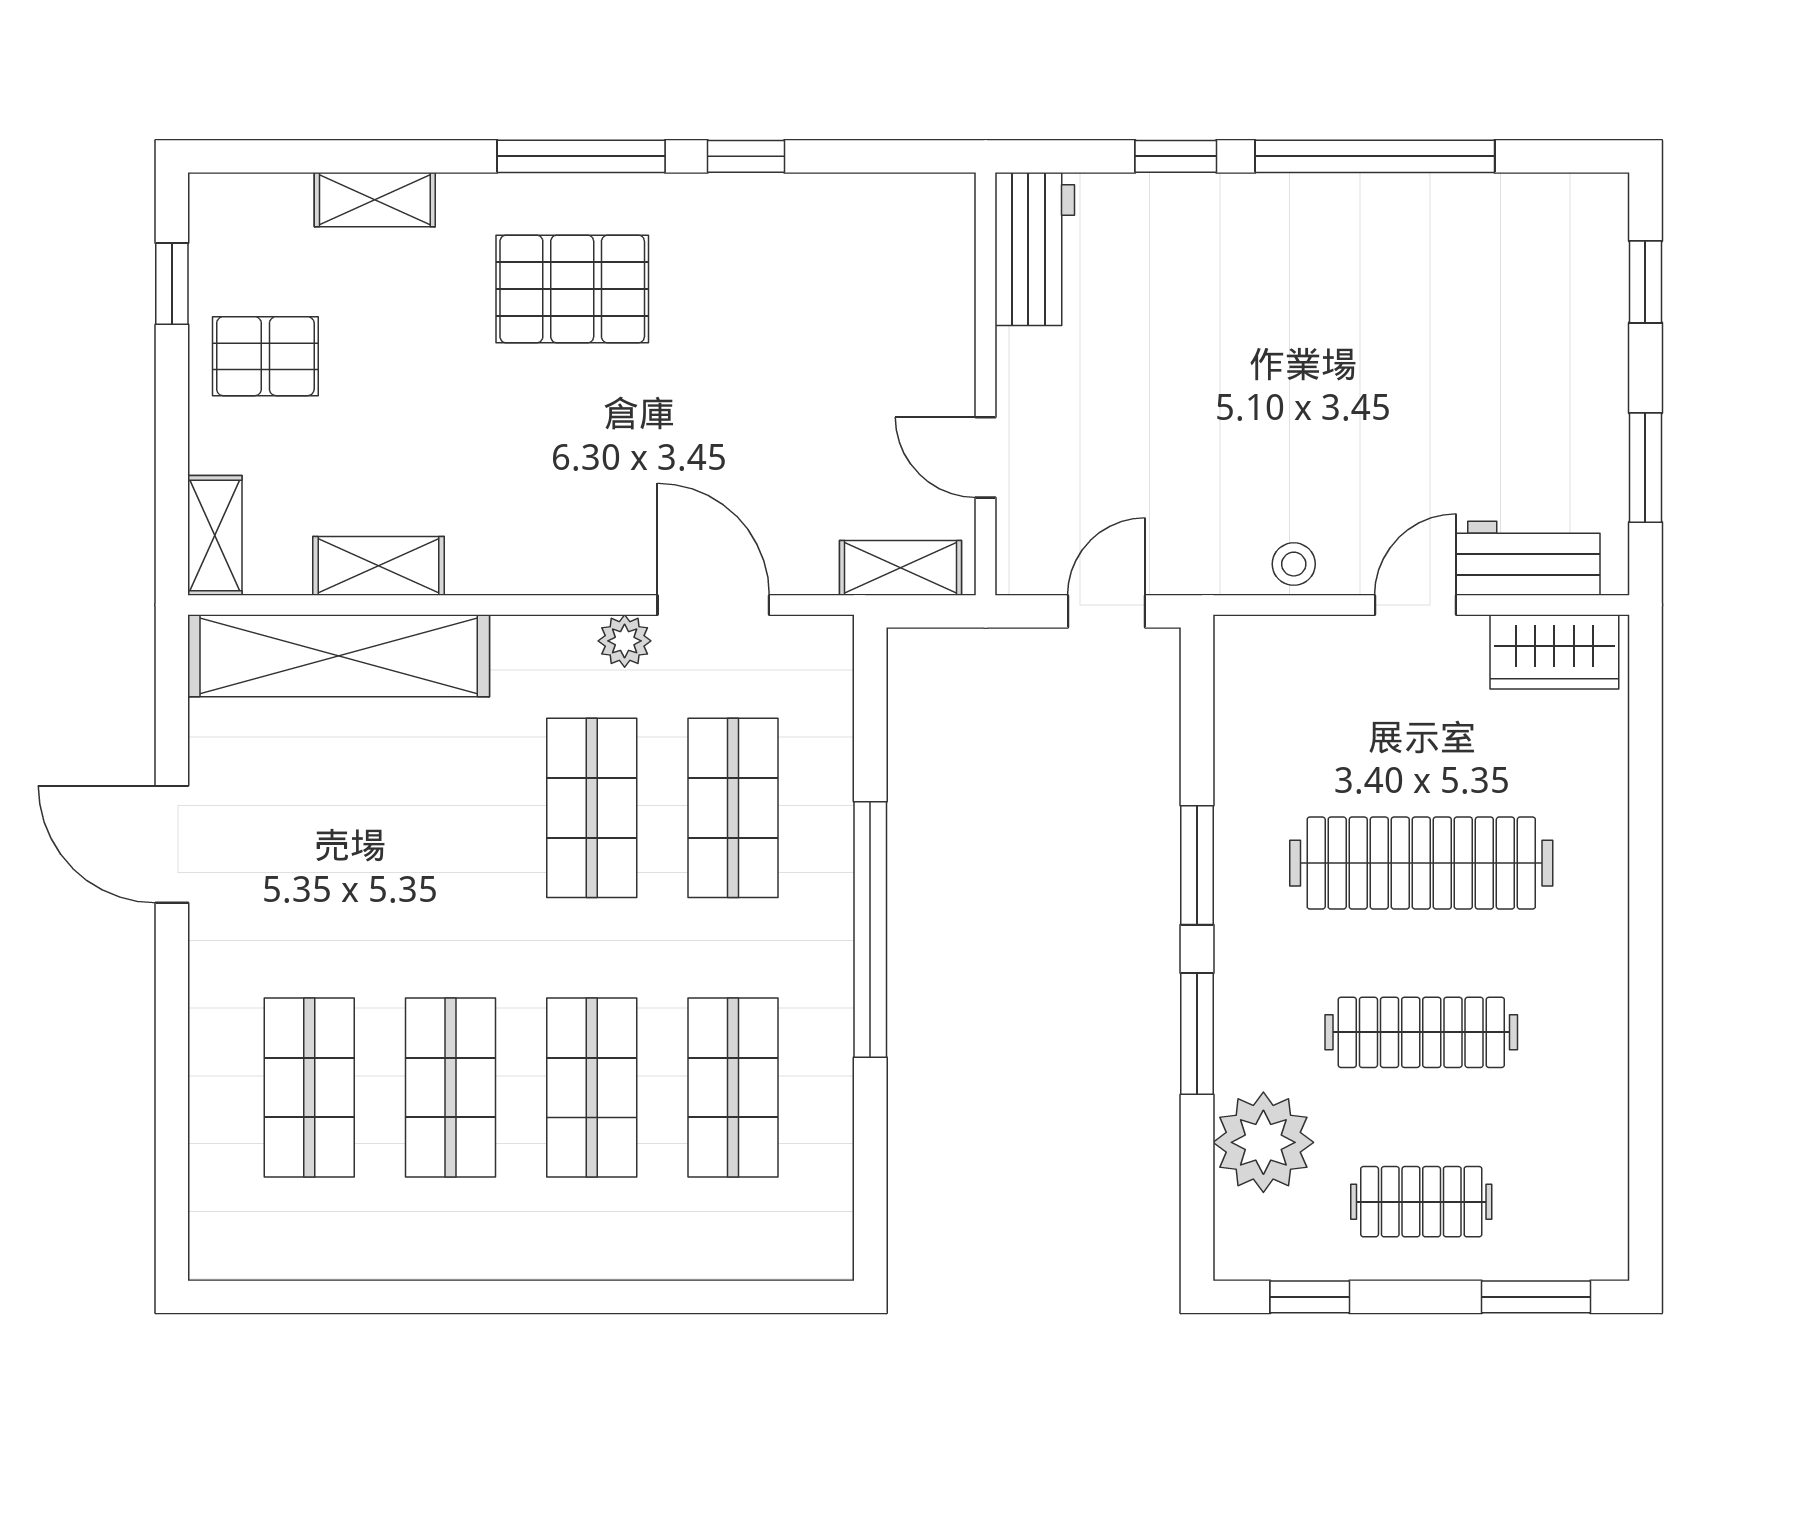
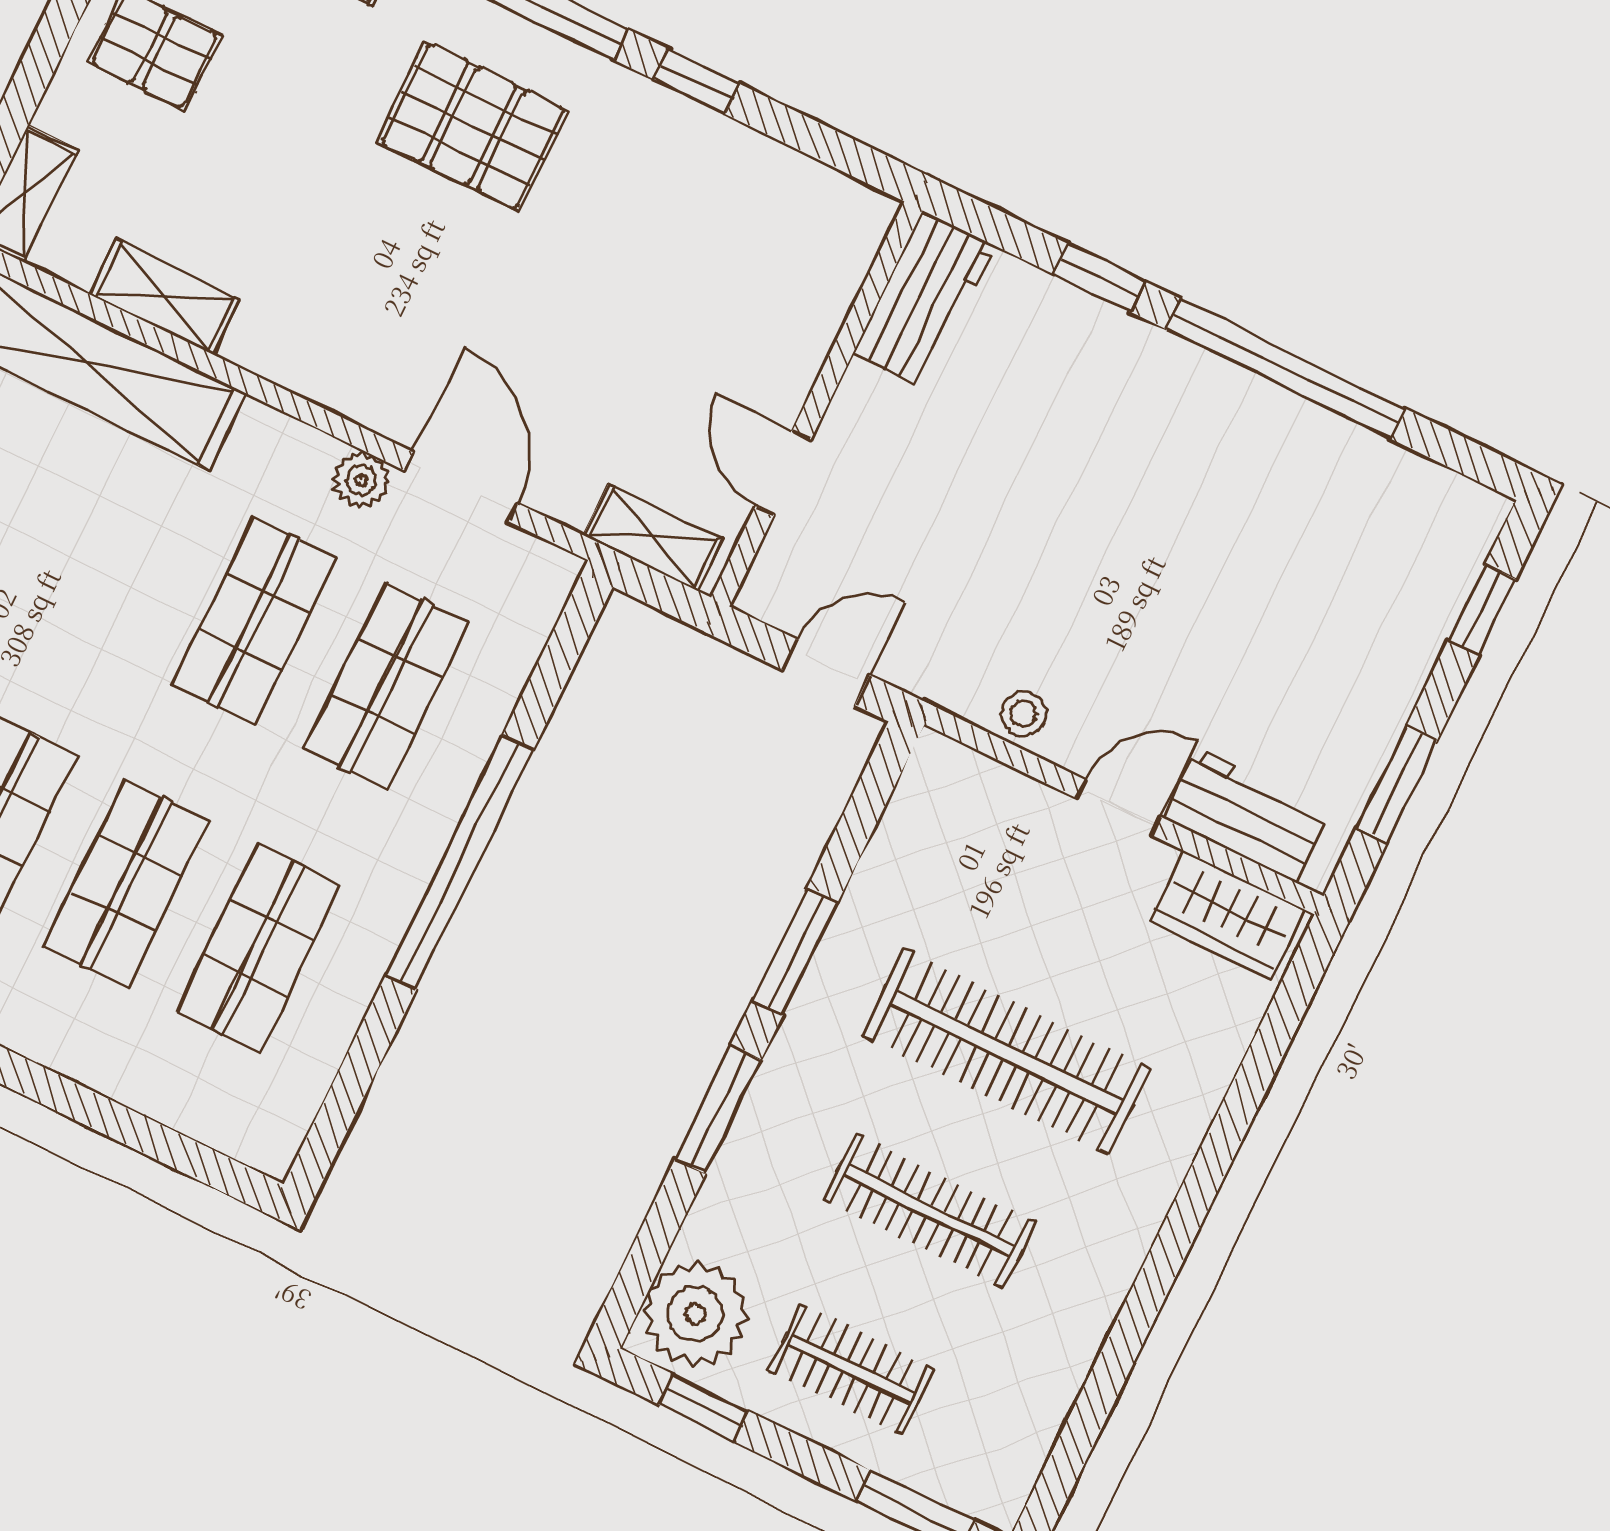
plant: (1263, 1142) -> (695, 1314), moved

